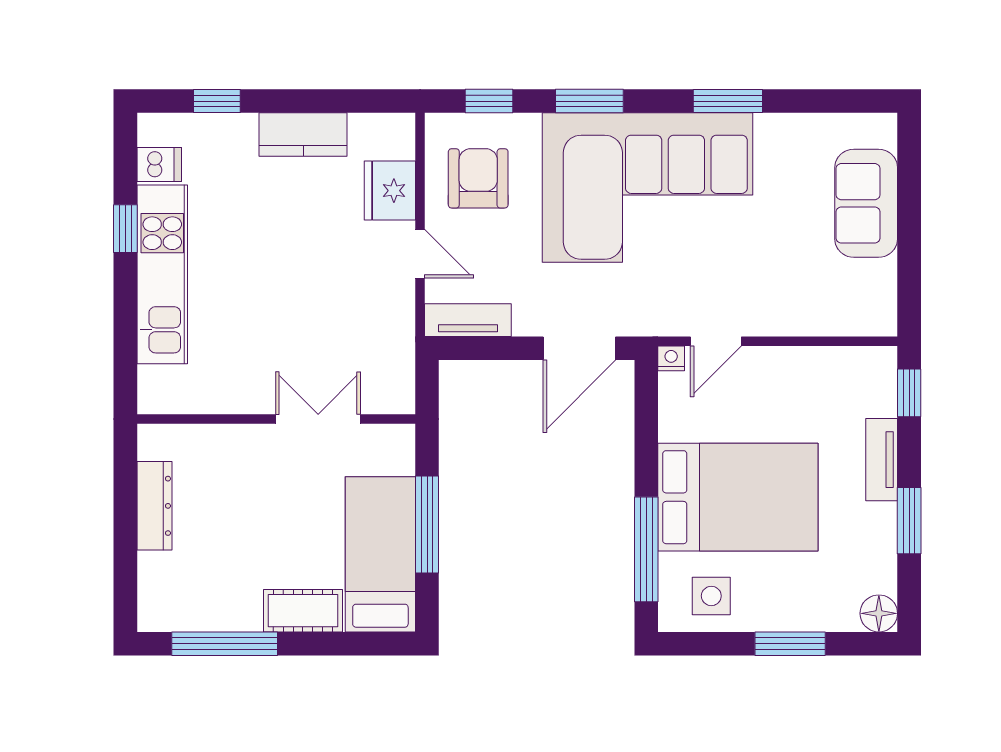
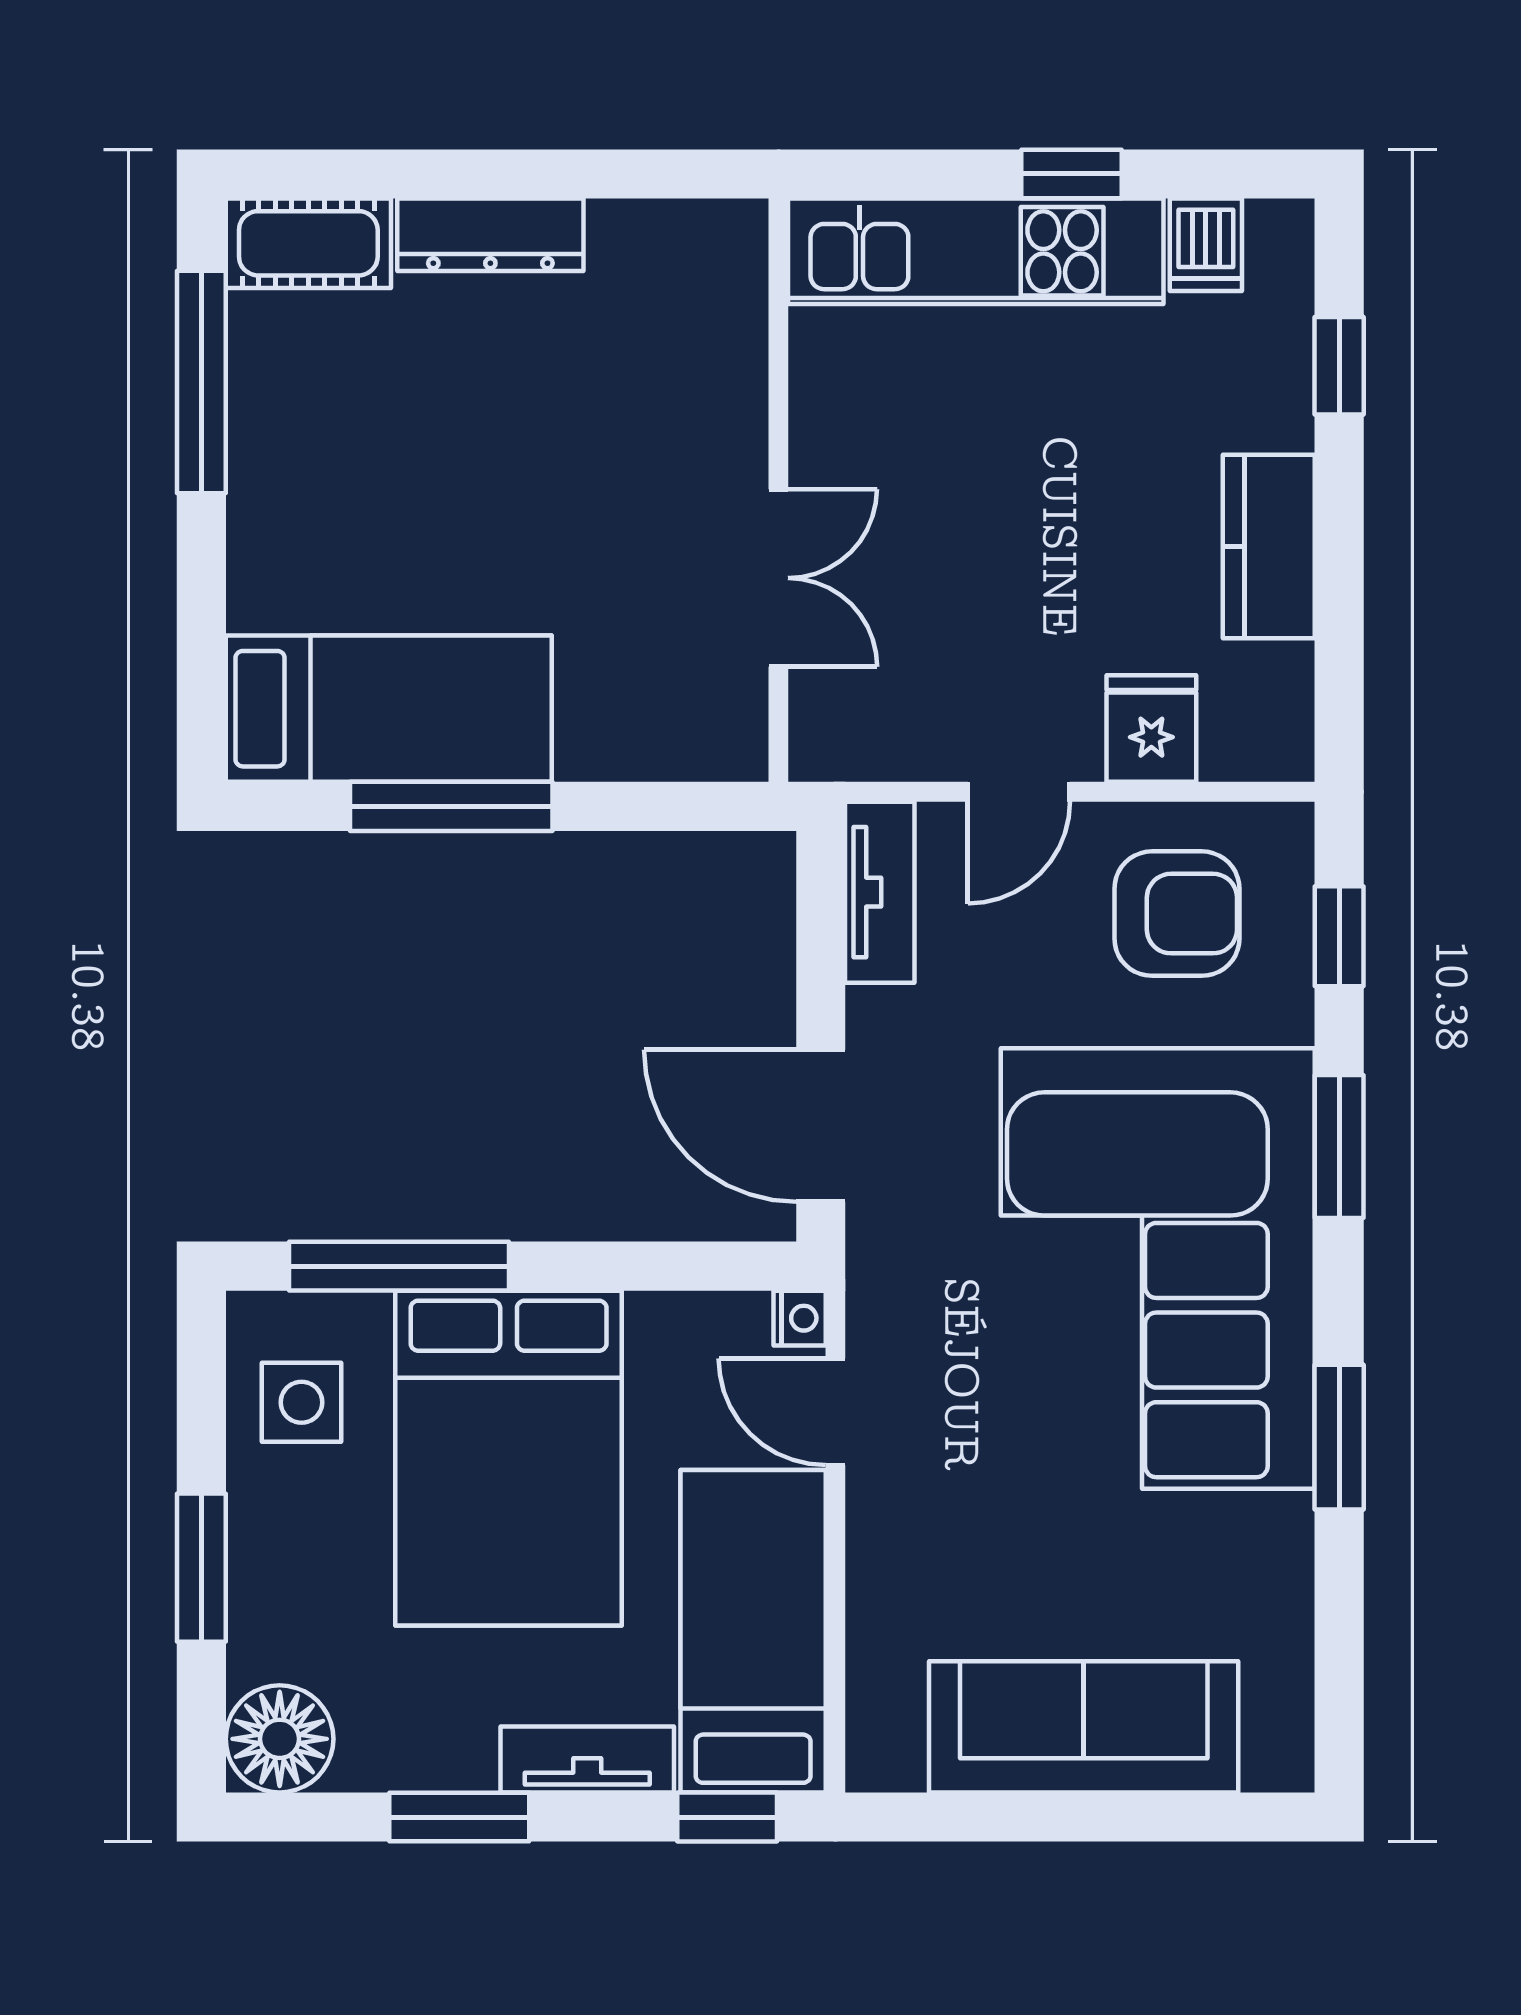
fridge: (390, 191) -> (1151, 729), width x0.72
sofa: (866, 203) -> (1084, 1727), width x1.36
bed: (821, 381) -> (753, 1631), added
wall: (276, 419) -> (778, 490), moved
double door: (318, 419) -> (778, 578), moved
cot: (303, 611) -> (308, 243), moved, turned 90
floor lamp: (879, 613) -> (280, 1739), width x1.38, depth x1.38

